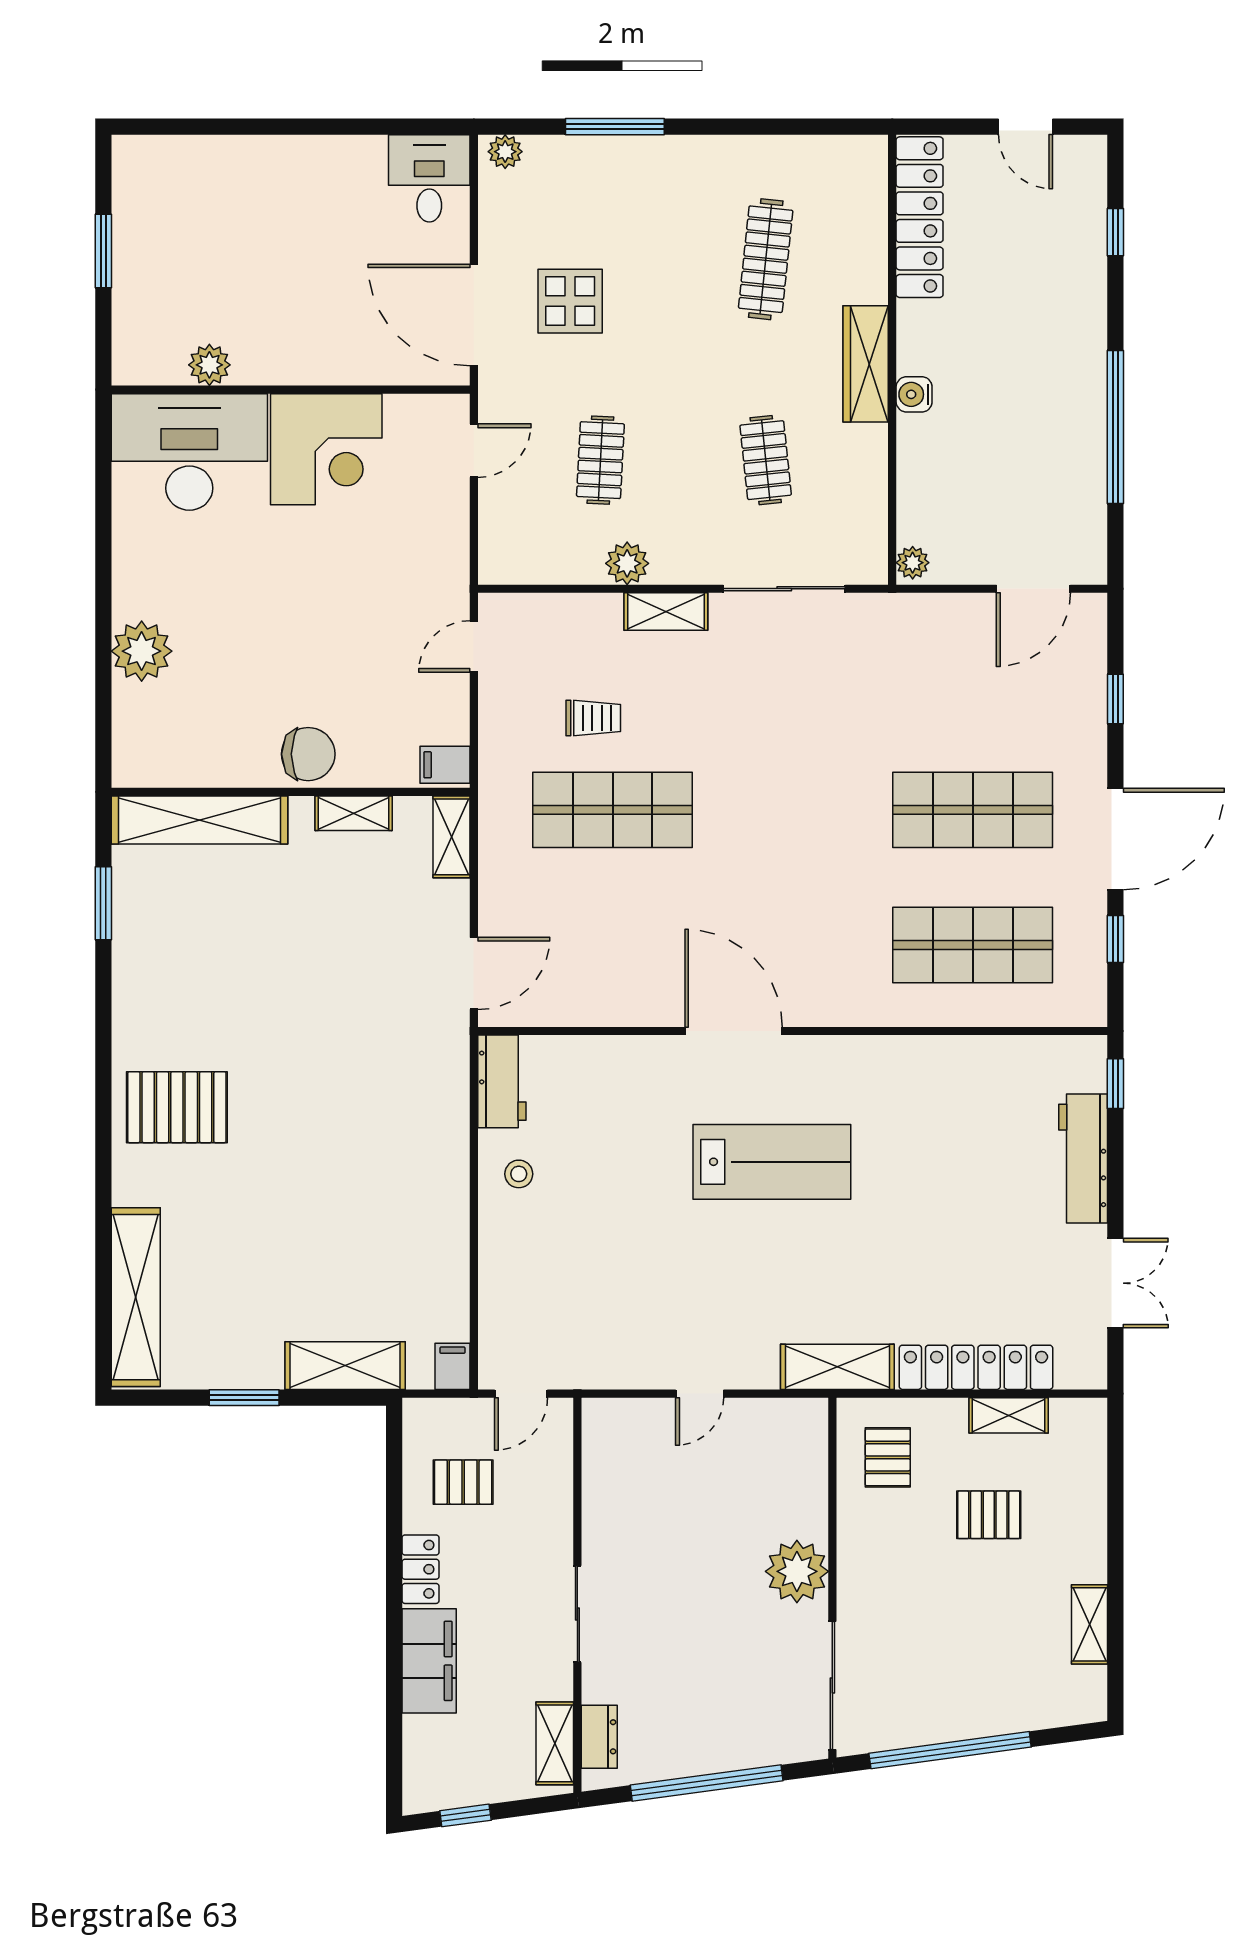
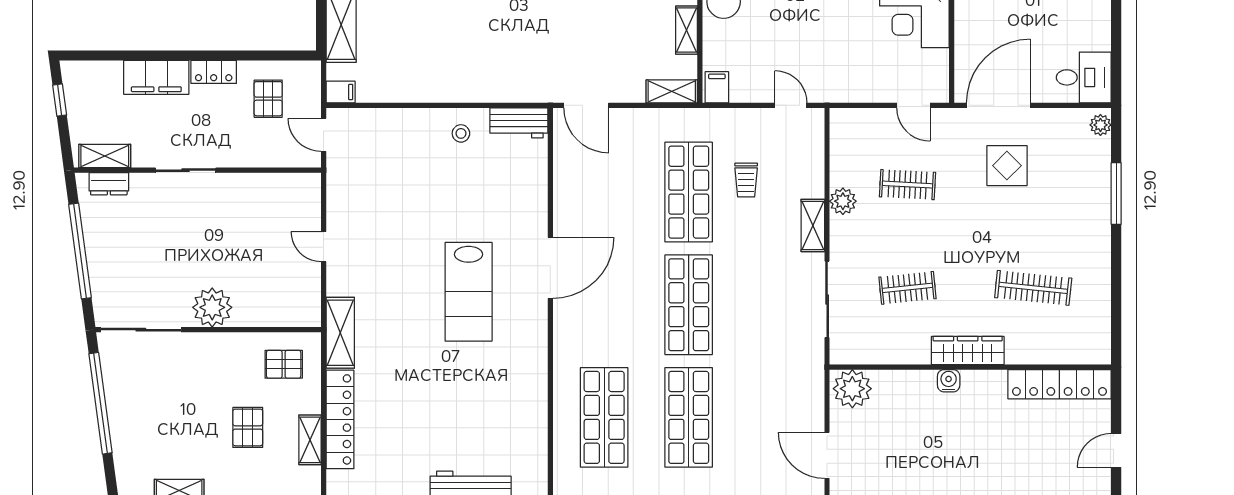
plant: (913, 563) -> (852, 389), width x1.87, depth x1.87
shop shelf: (793, 810) -> (689, 305), added

